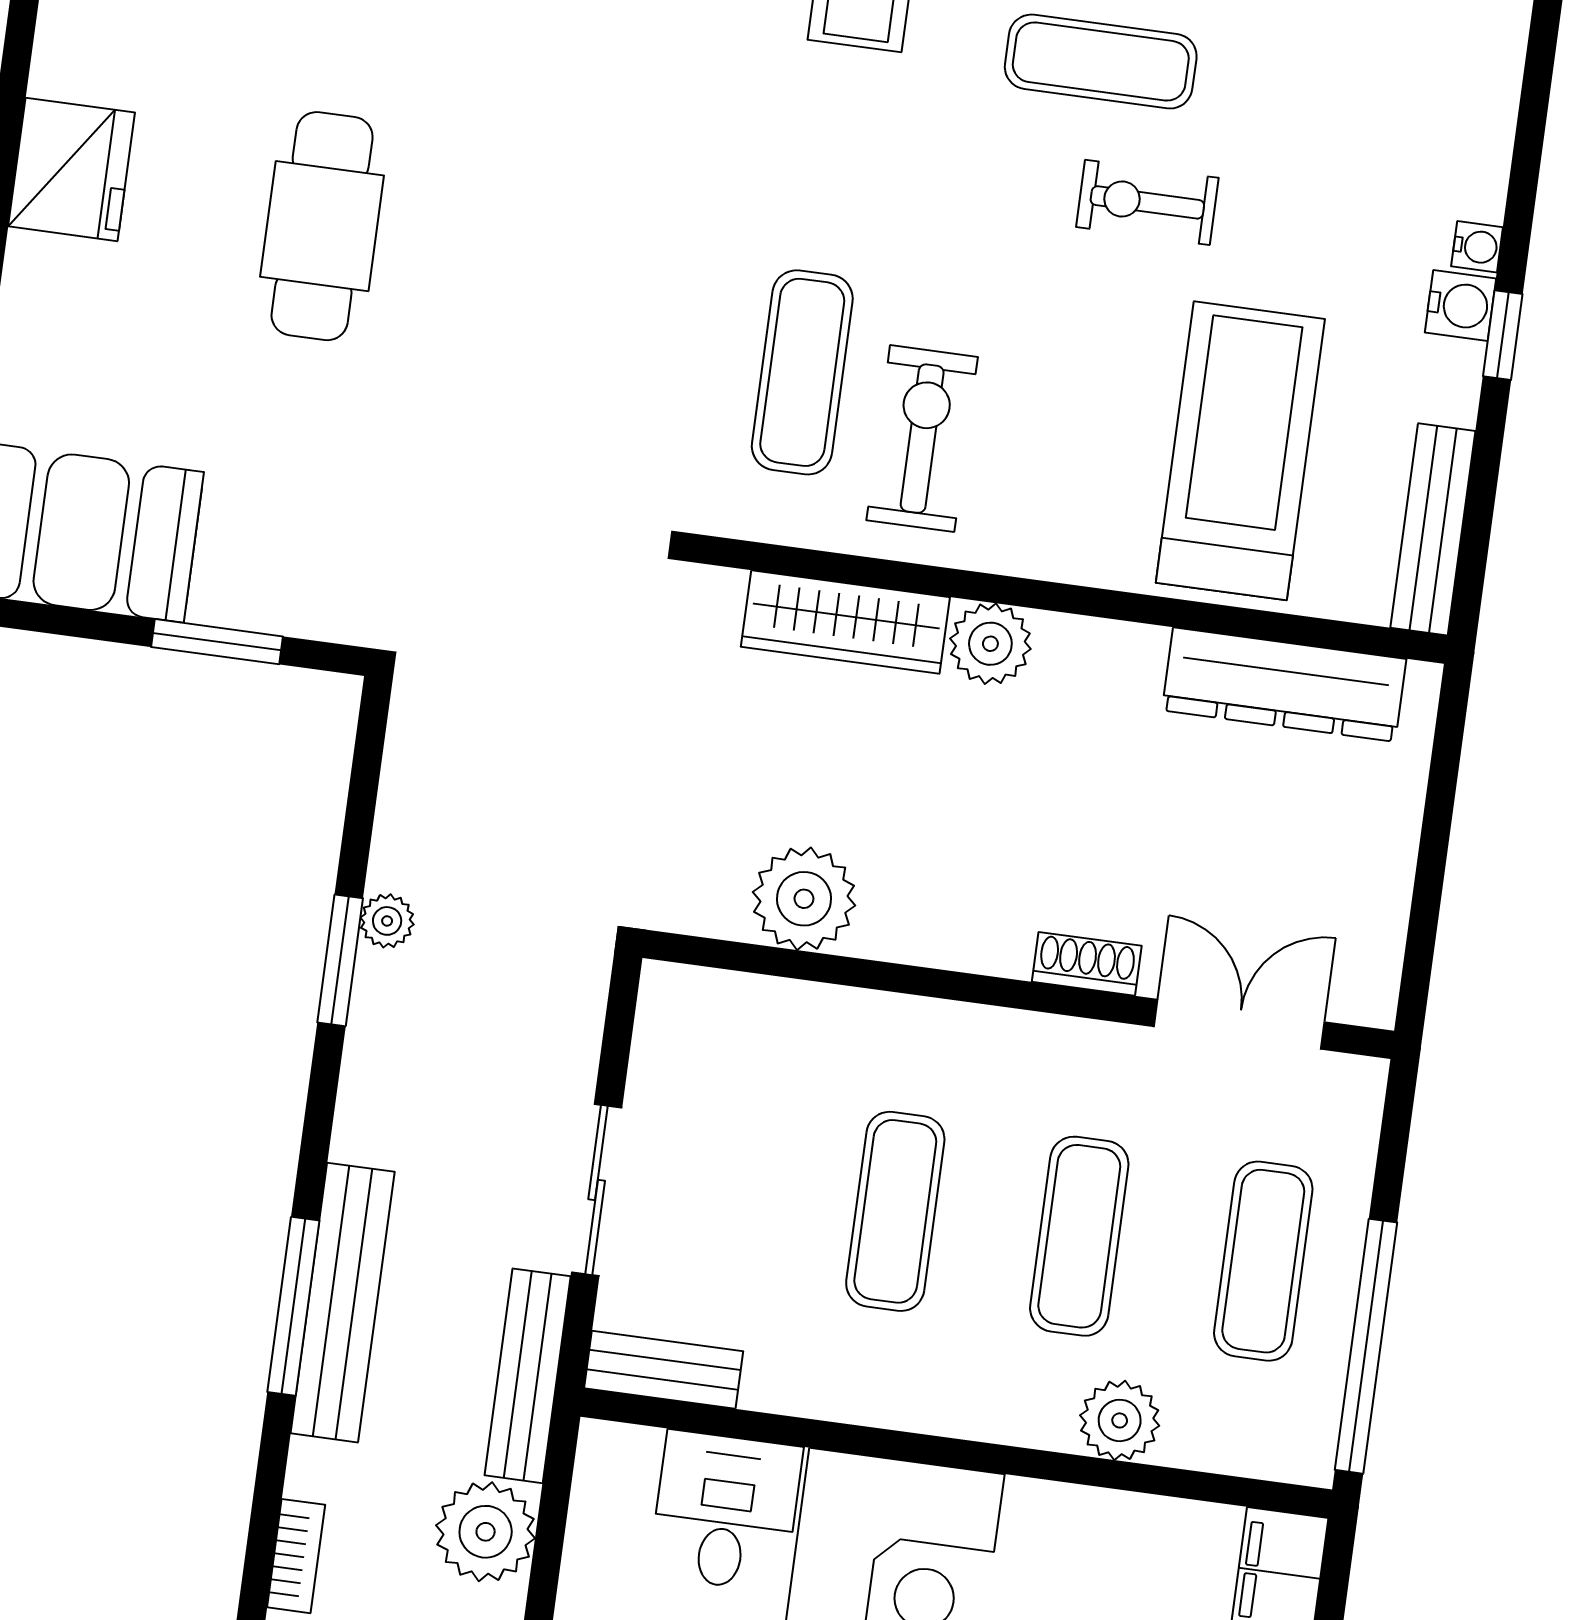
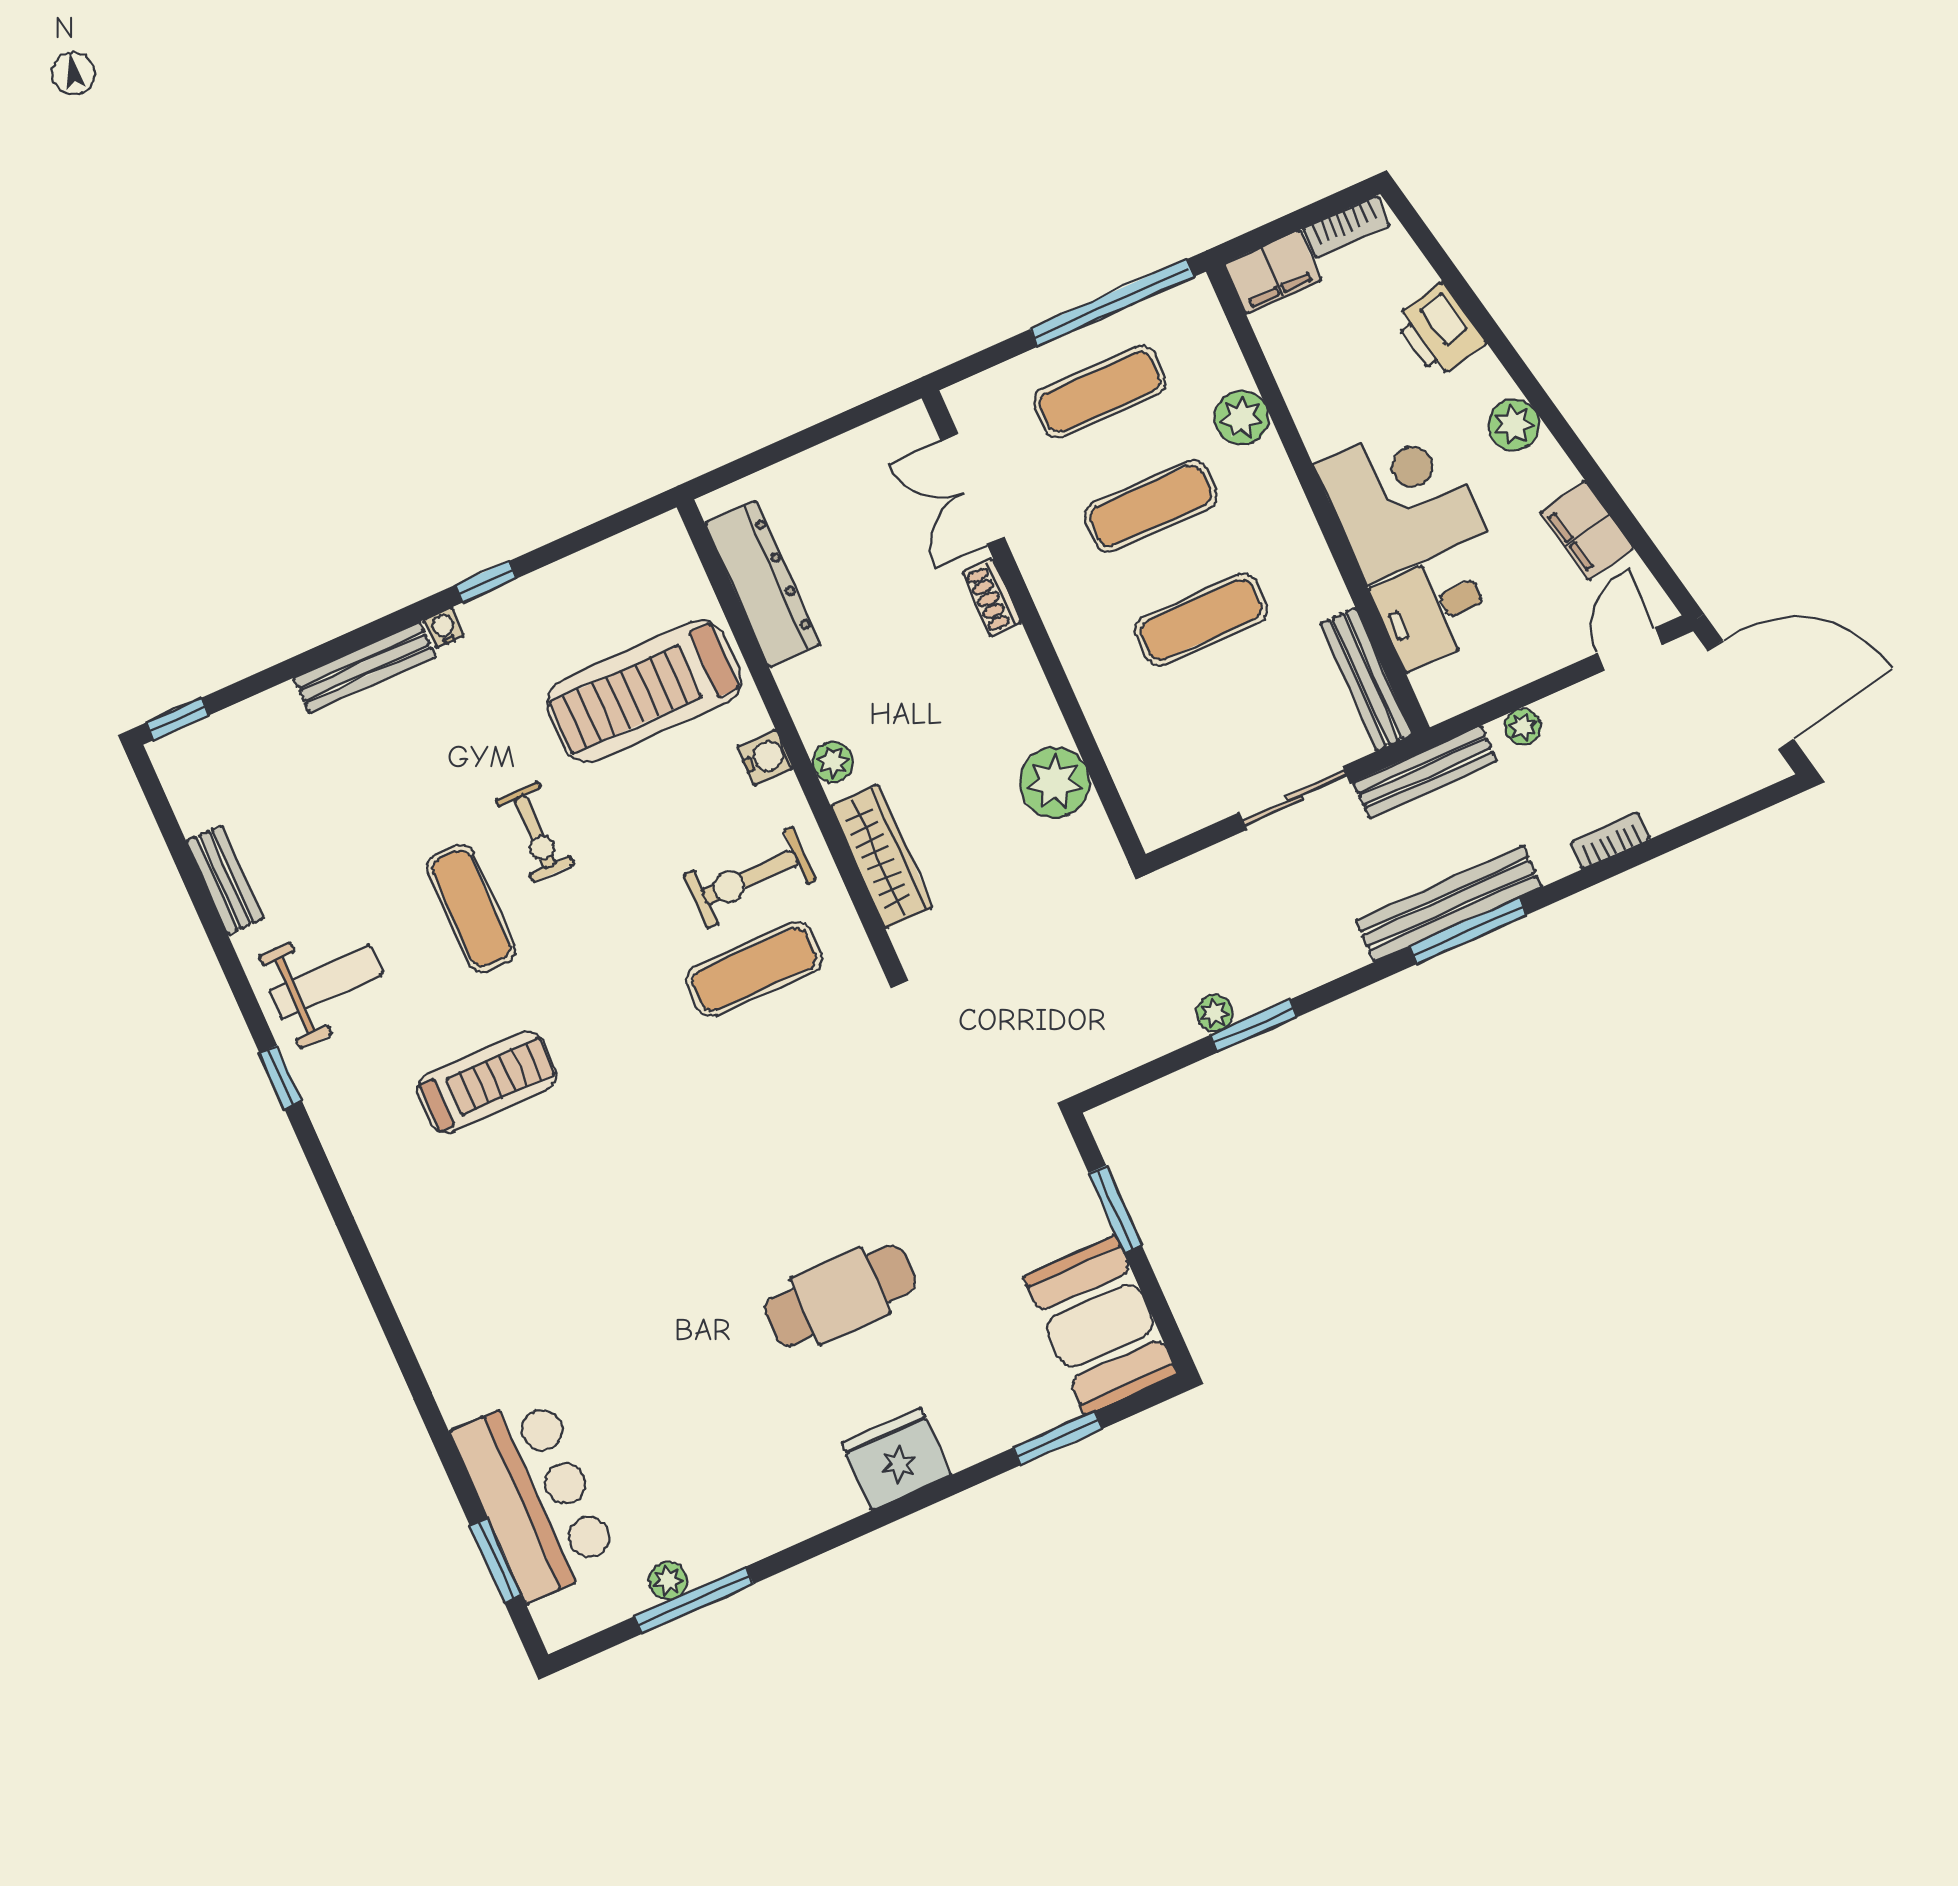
water cooler: (1460, 305) -> (765, 758), moved, turned 90
bench: (1433, 529) -> (364, 668), moved
plant: (990, 644) -> (833, 762), width x0.73, depth x0.73
bench: (664, 1370) -> (1366, 679), width x1.36
plant: (486, 1532) -> (1523, 727), width x0.53, depth x0.53

